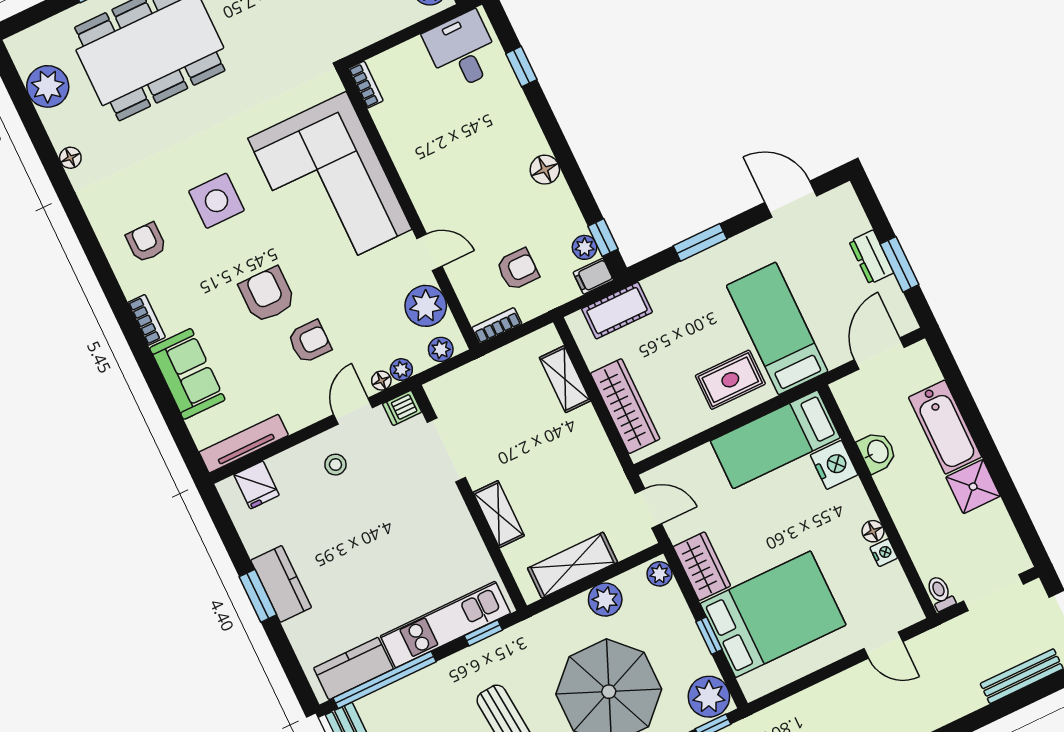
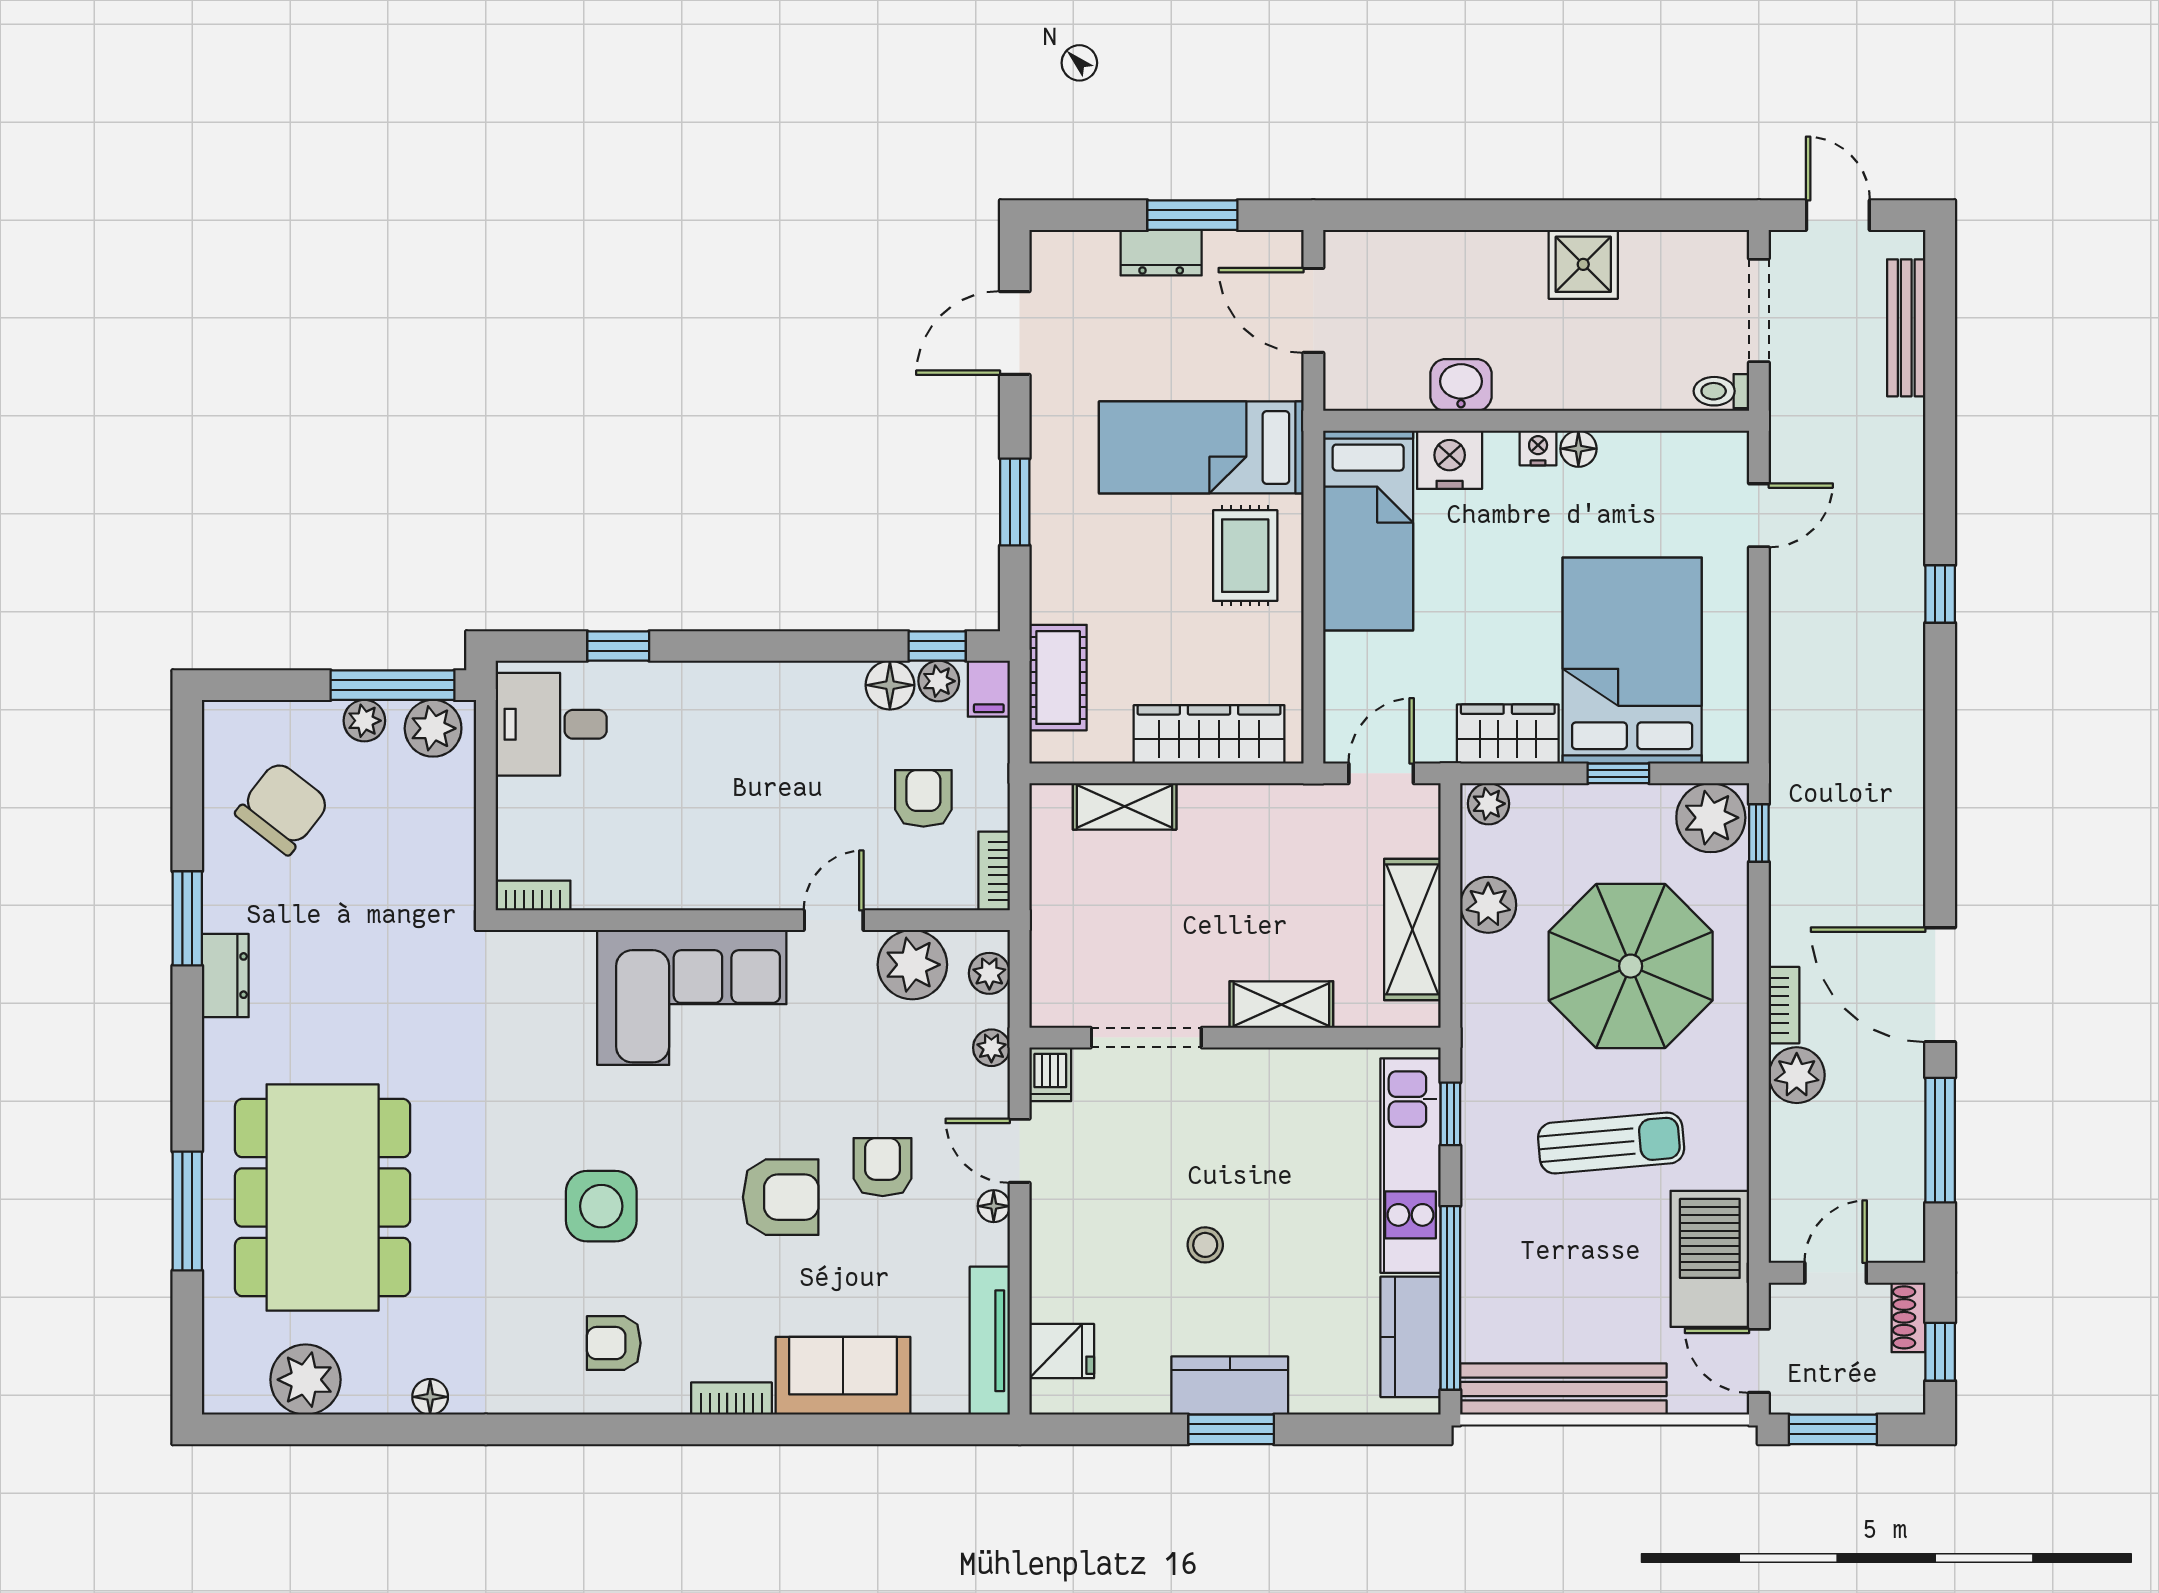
floor lamp: (545, 170) -> (890, 685), moved
corner sofa: (330, 184) -> (692, 997), width x0.73, depth x0.74
armchair: (267, 295) -> (781, 1197), turned 180
floor lamp: (381, 381) -> (994, 1206), moved
bathtub: (945, 427) -> (1473, 264), removed
stool: (335, 465) -> (1205, 1245), moved
nightstand: (884, 553) -> (1538, 448), moved

